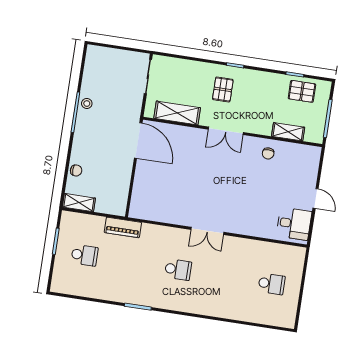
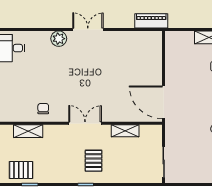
shelving: (177, 113) -> (125, 131), width x0.67, depth x0.75
plant: (240, 226) -> (59, 39), added
piano: (123, 227) -> (151, 21), moved

